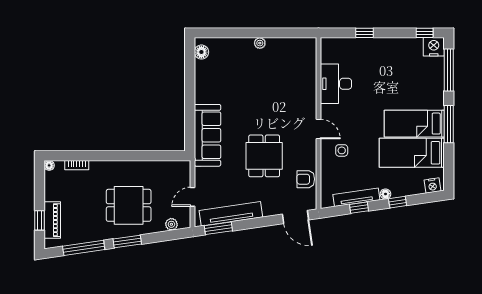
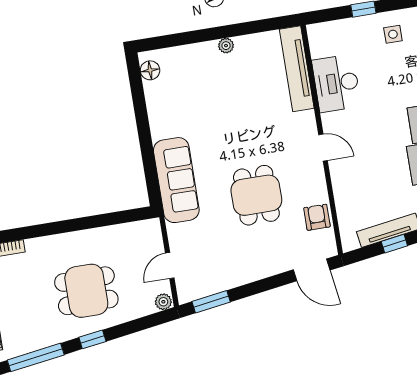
side table: (342, 150) -> (393, 34), moved
armchair: (306, 179) -> (317, 217), turned 90
tv unit: (231, 214) -> (297, 69), moved, turned -82
plant: (171, 224) -> (163, 302), moved
window: (127, 242) -> (92, 339), width x0.67

